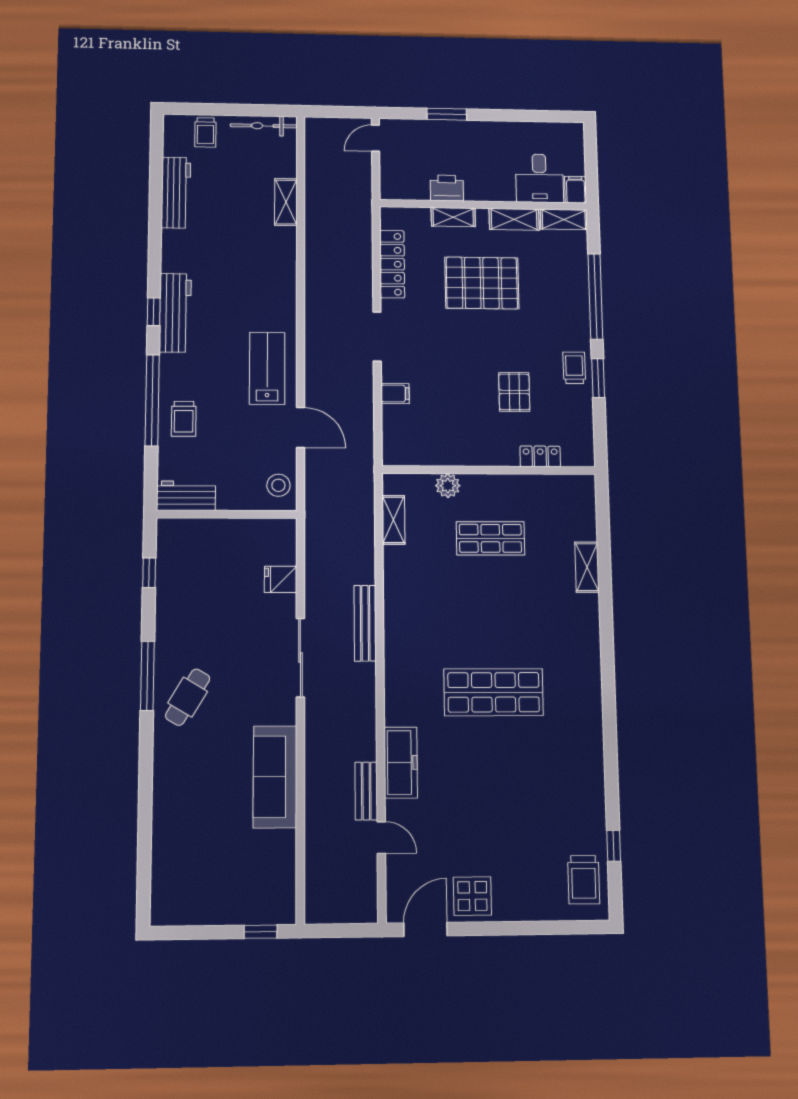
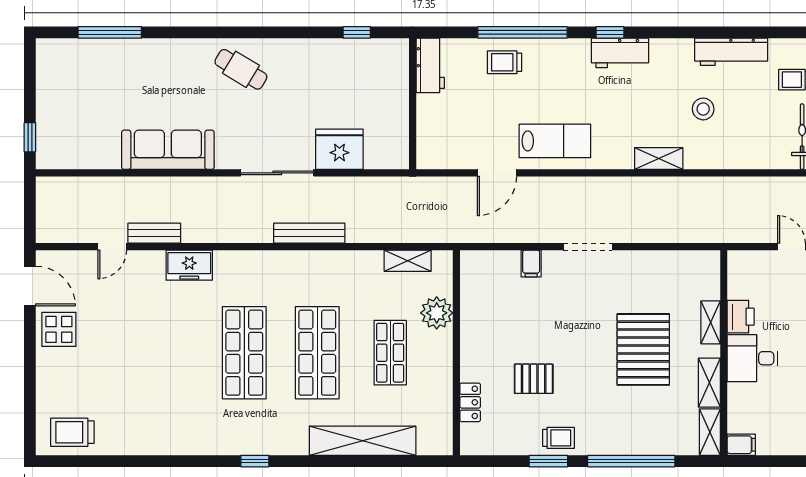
desk: (539, 178) -> (753, 358), moved
shelving: (286, 202) -> (659, 159), moved
locker: (392, 264) -> (661, 262), removed
workbench: (175, 313) -> (620, 53), width x0.73
stool: (278, 485) -> (703, 109), moved
plant: (448, 486) -> (437, 313), width x1.36, depth x1.36
shelving: (587, 567) -> (363, 441), width x2.20, depth x1.33
fridge: (281, 579) -> (339, 149), width x1.88, depth x1.34
shop shelf: (492, 615) -> (317, 353), added
window: (147, 676) -> (110, 32), moved
freezer: (401, 763) -> (189, 265), width x0.71
window: (614, 846) -> (255, 461), moved

